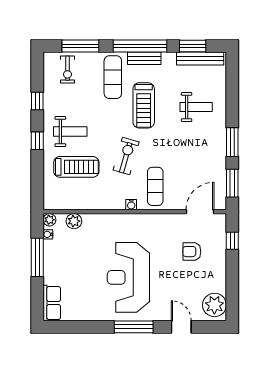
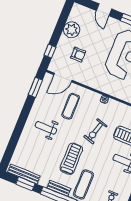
weight bench: (196, 107) -> (46, 128), moved
window: (232, 142) -> (25, 113), removed
exercise mat: (155, 186) -> (71, 106), moved
plant: (214, 305) -> (72, 30), moved

